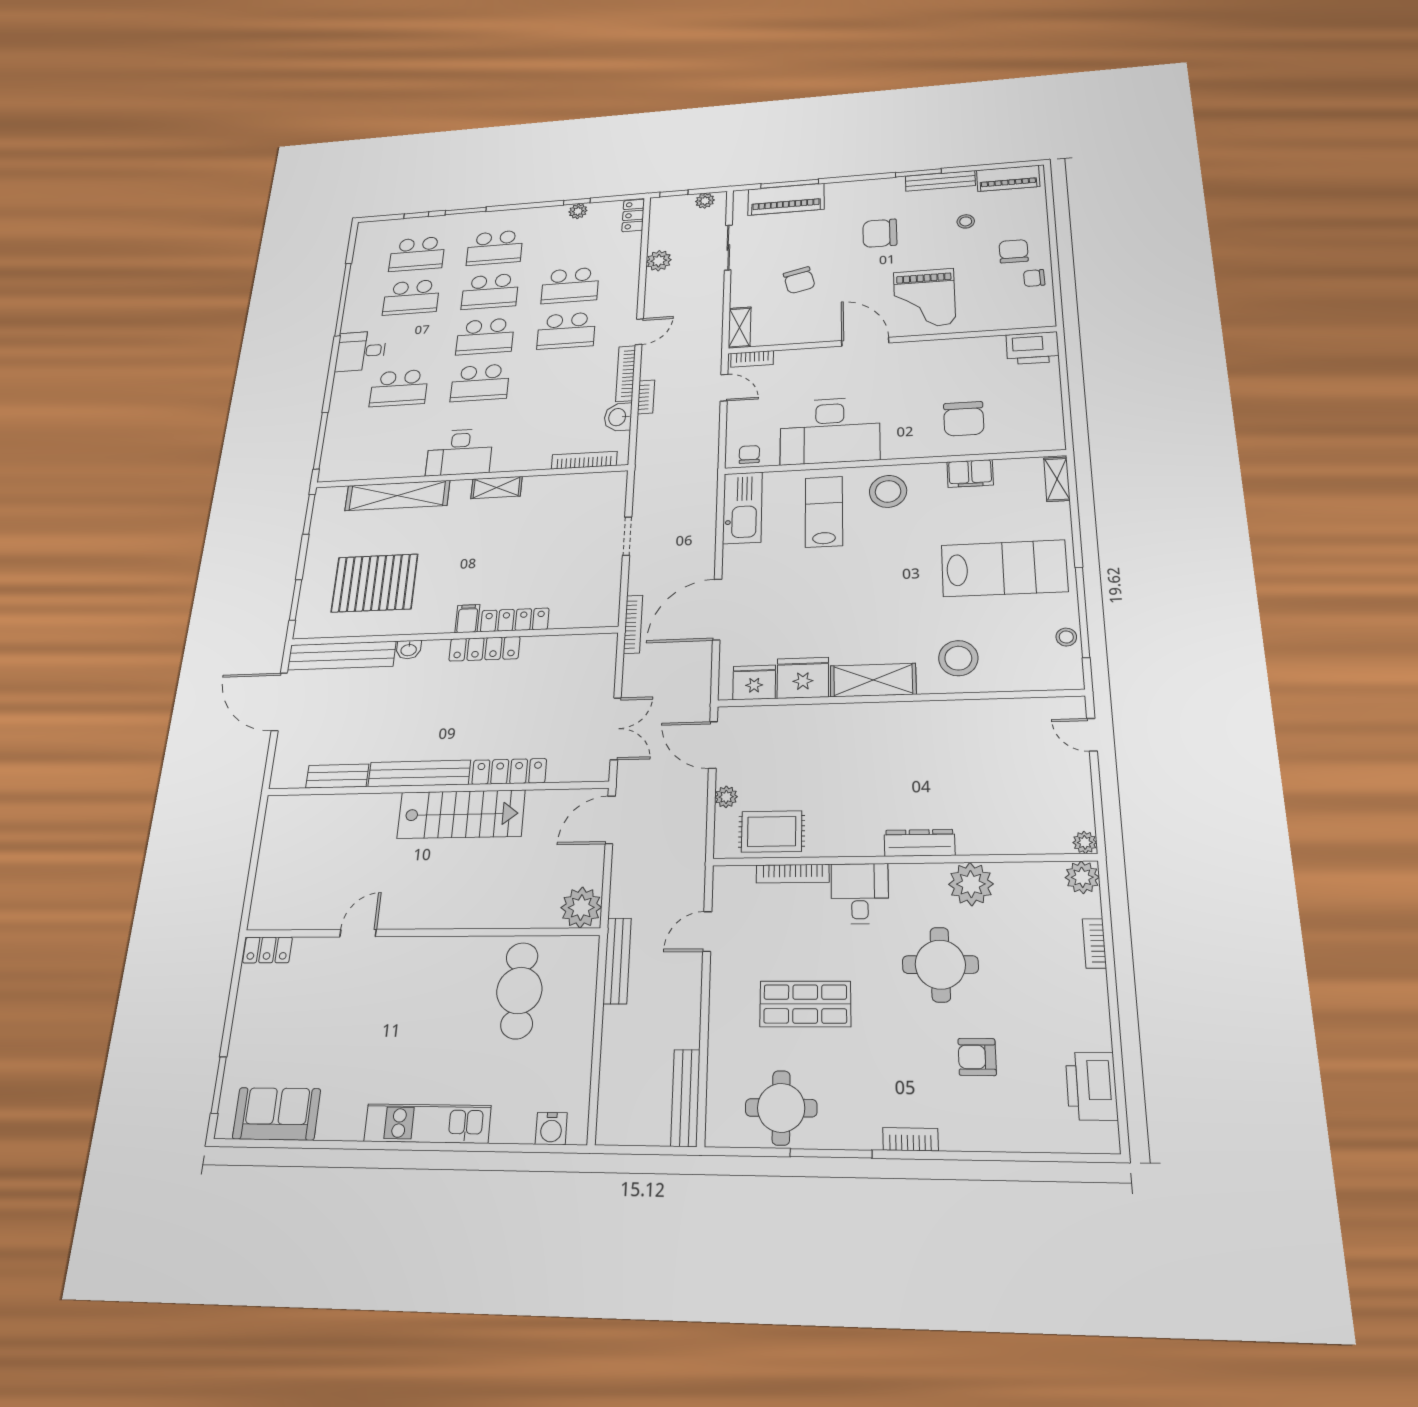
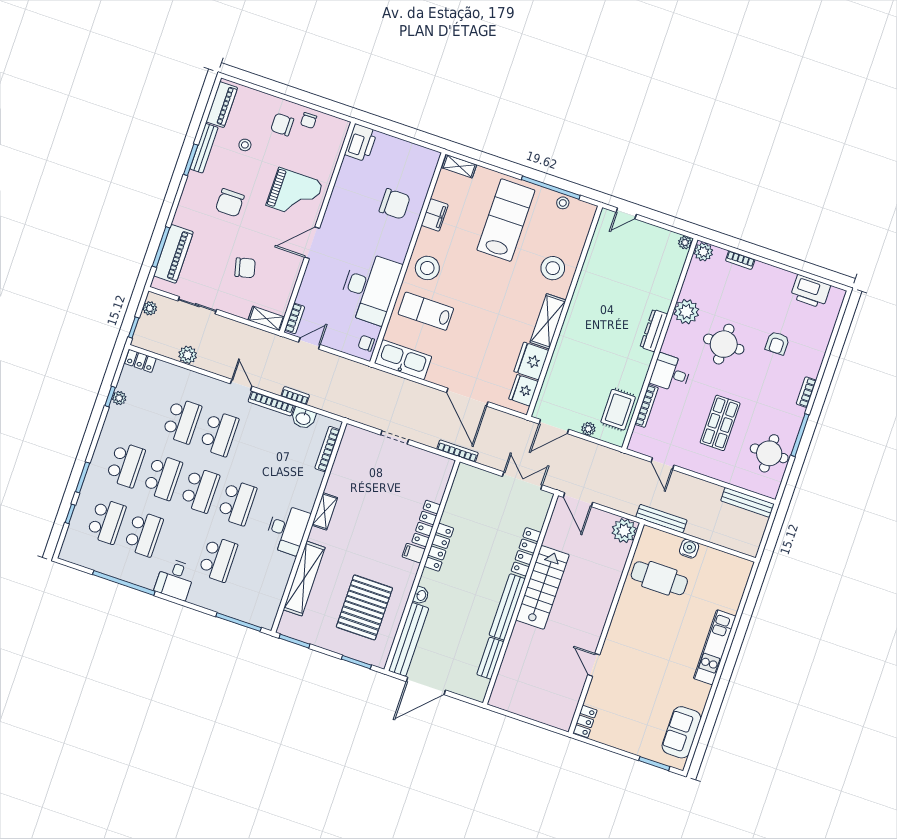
water cooler: (551, 1128) -> (689, 549), moved, turned -90

